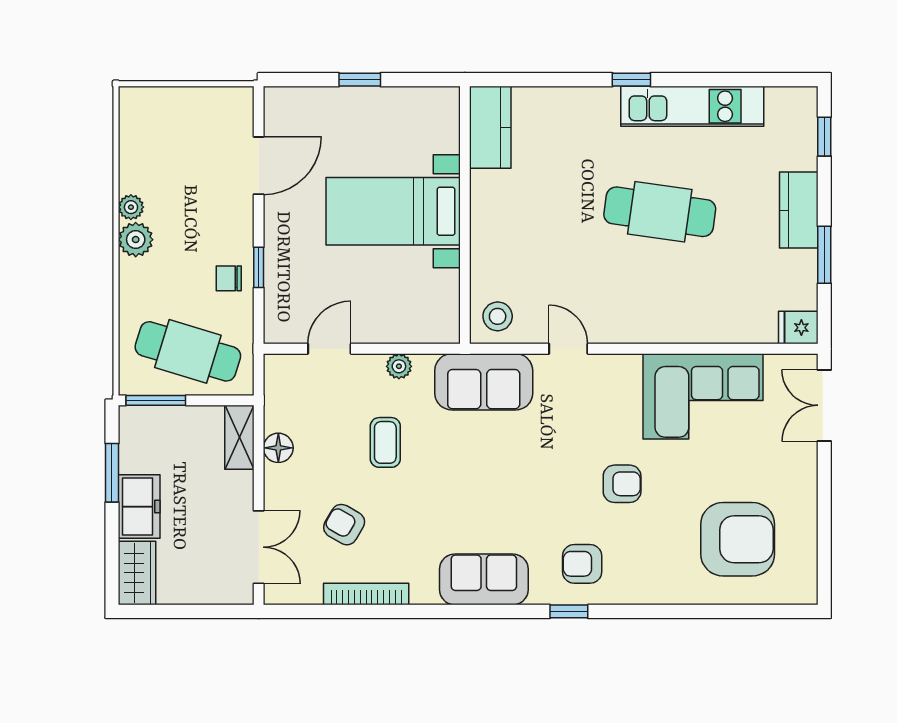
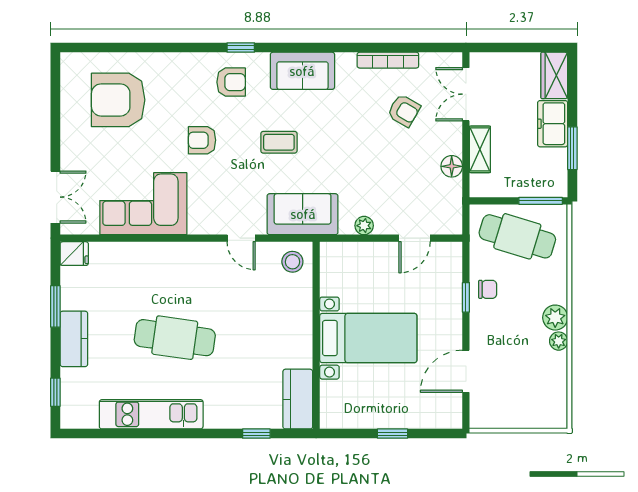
window: (631, 80) -> (256, 434), moved
shelving: (239, 437) -> (480, 149), moved
coffee table: (385, 442) -> (279, 142), moved, turned 90

